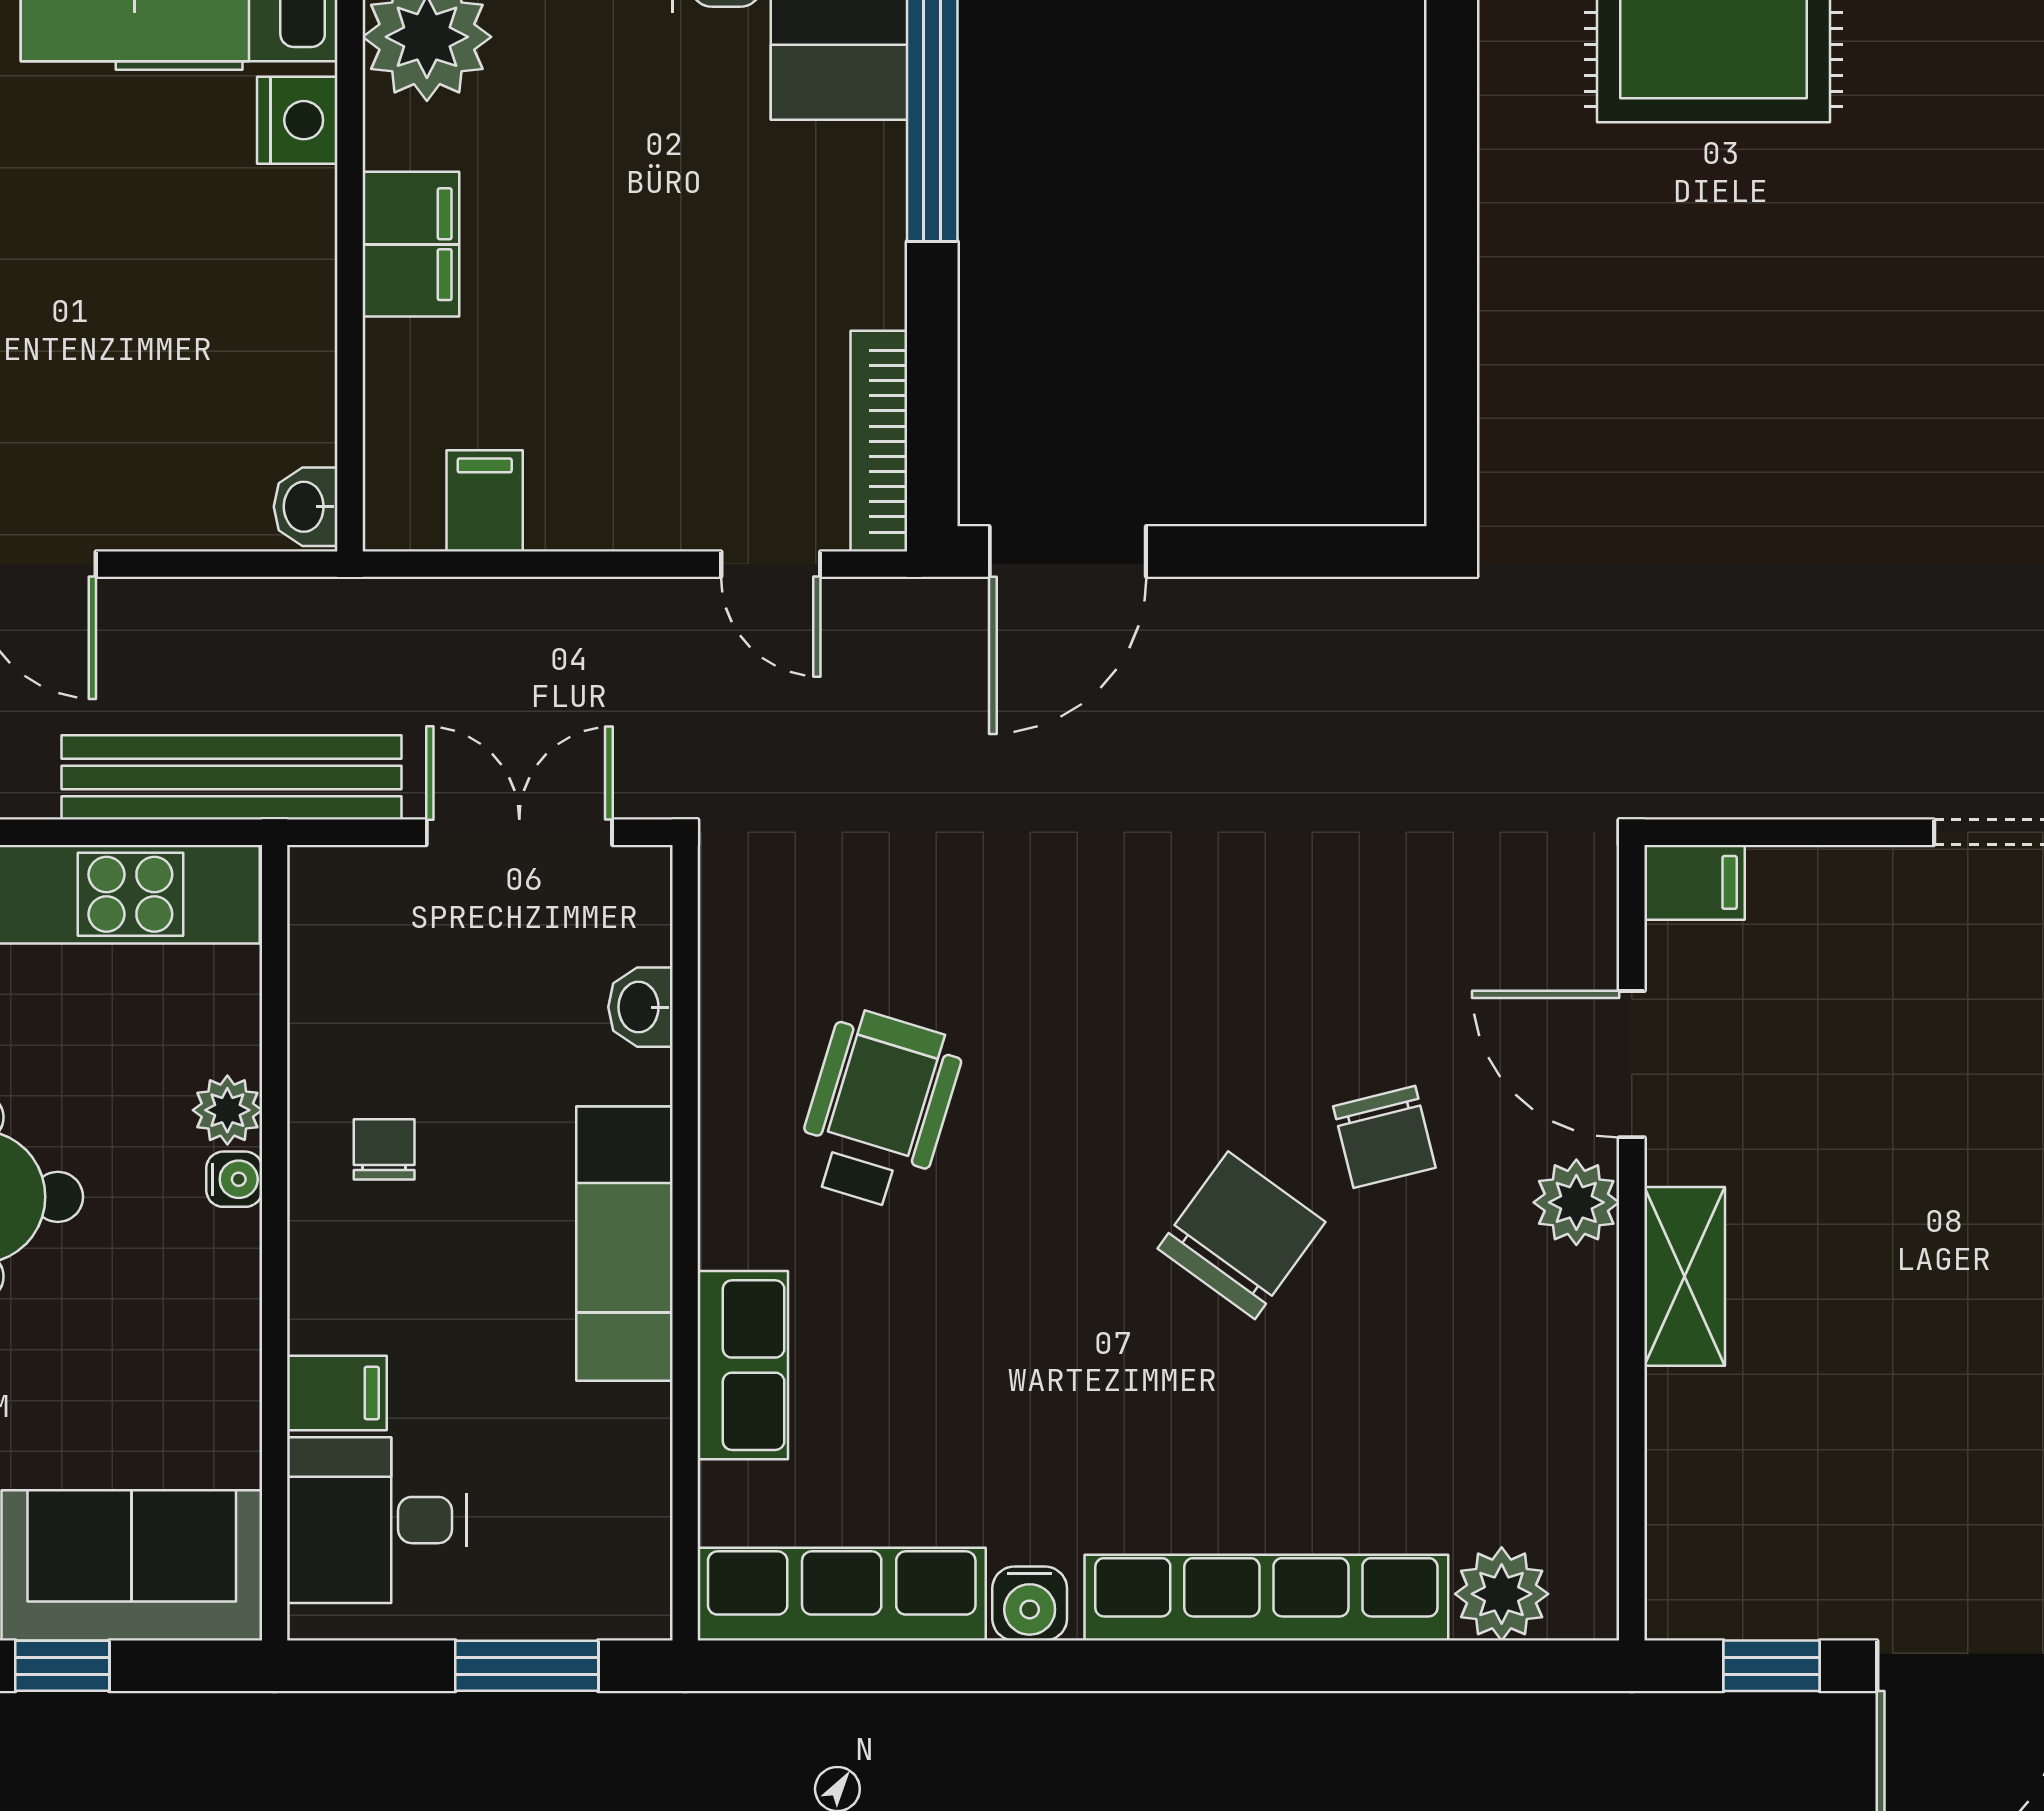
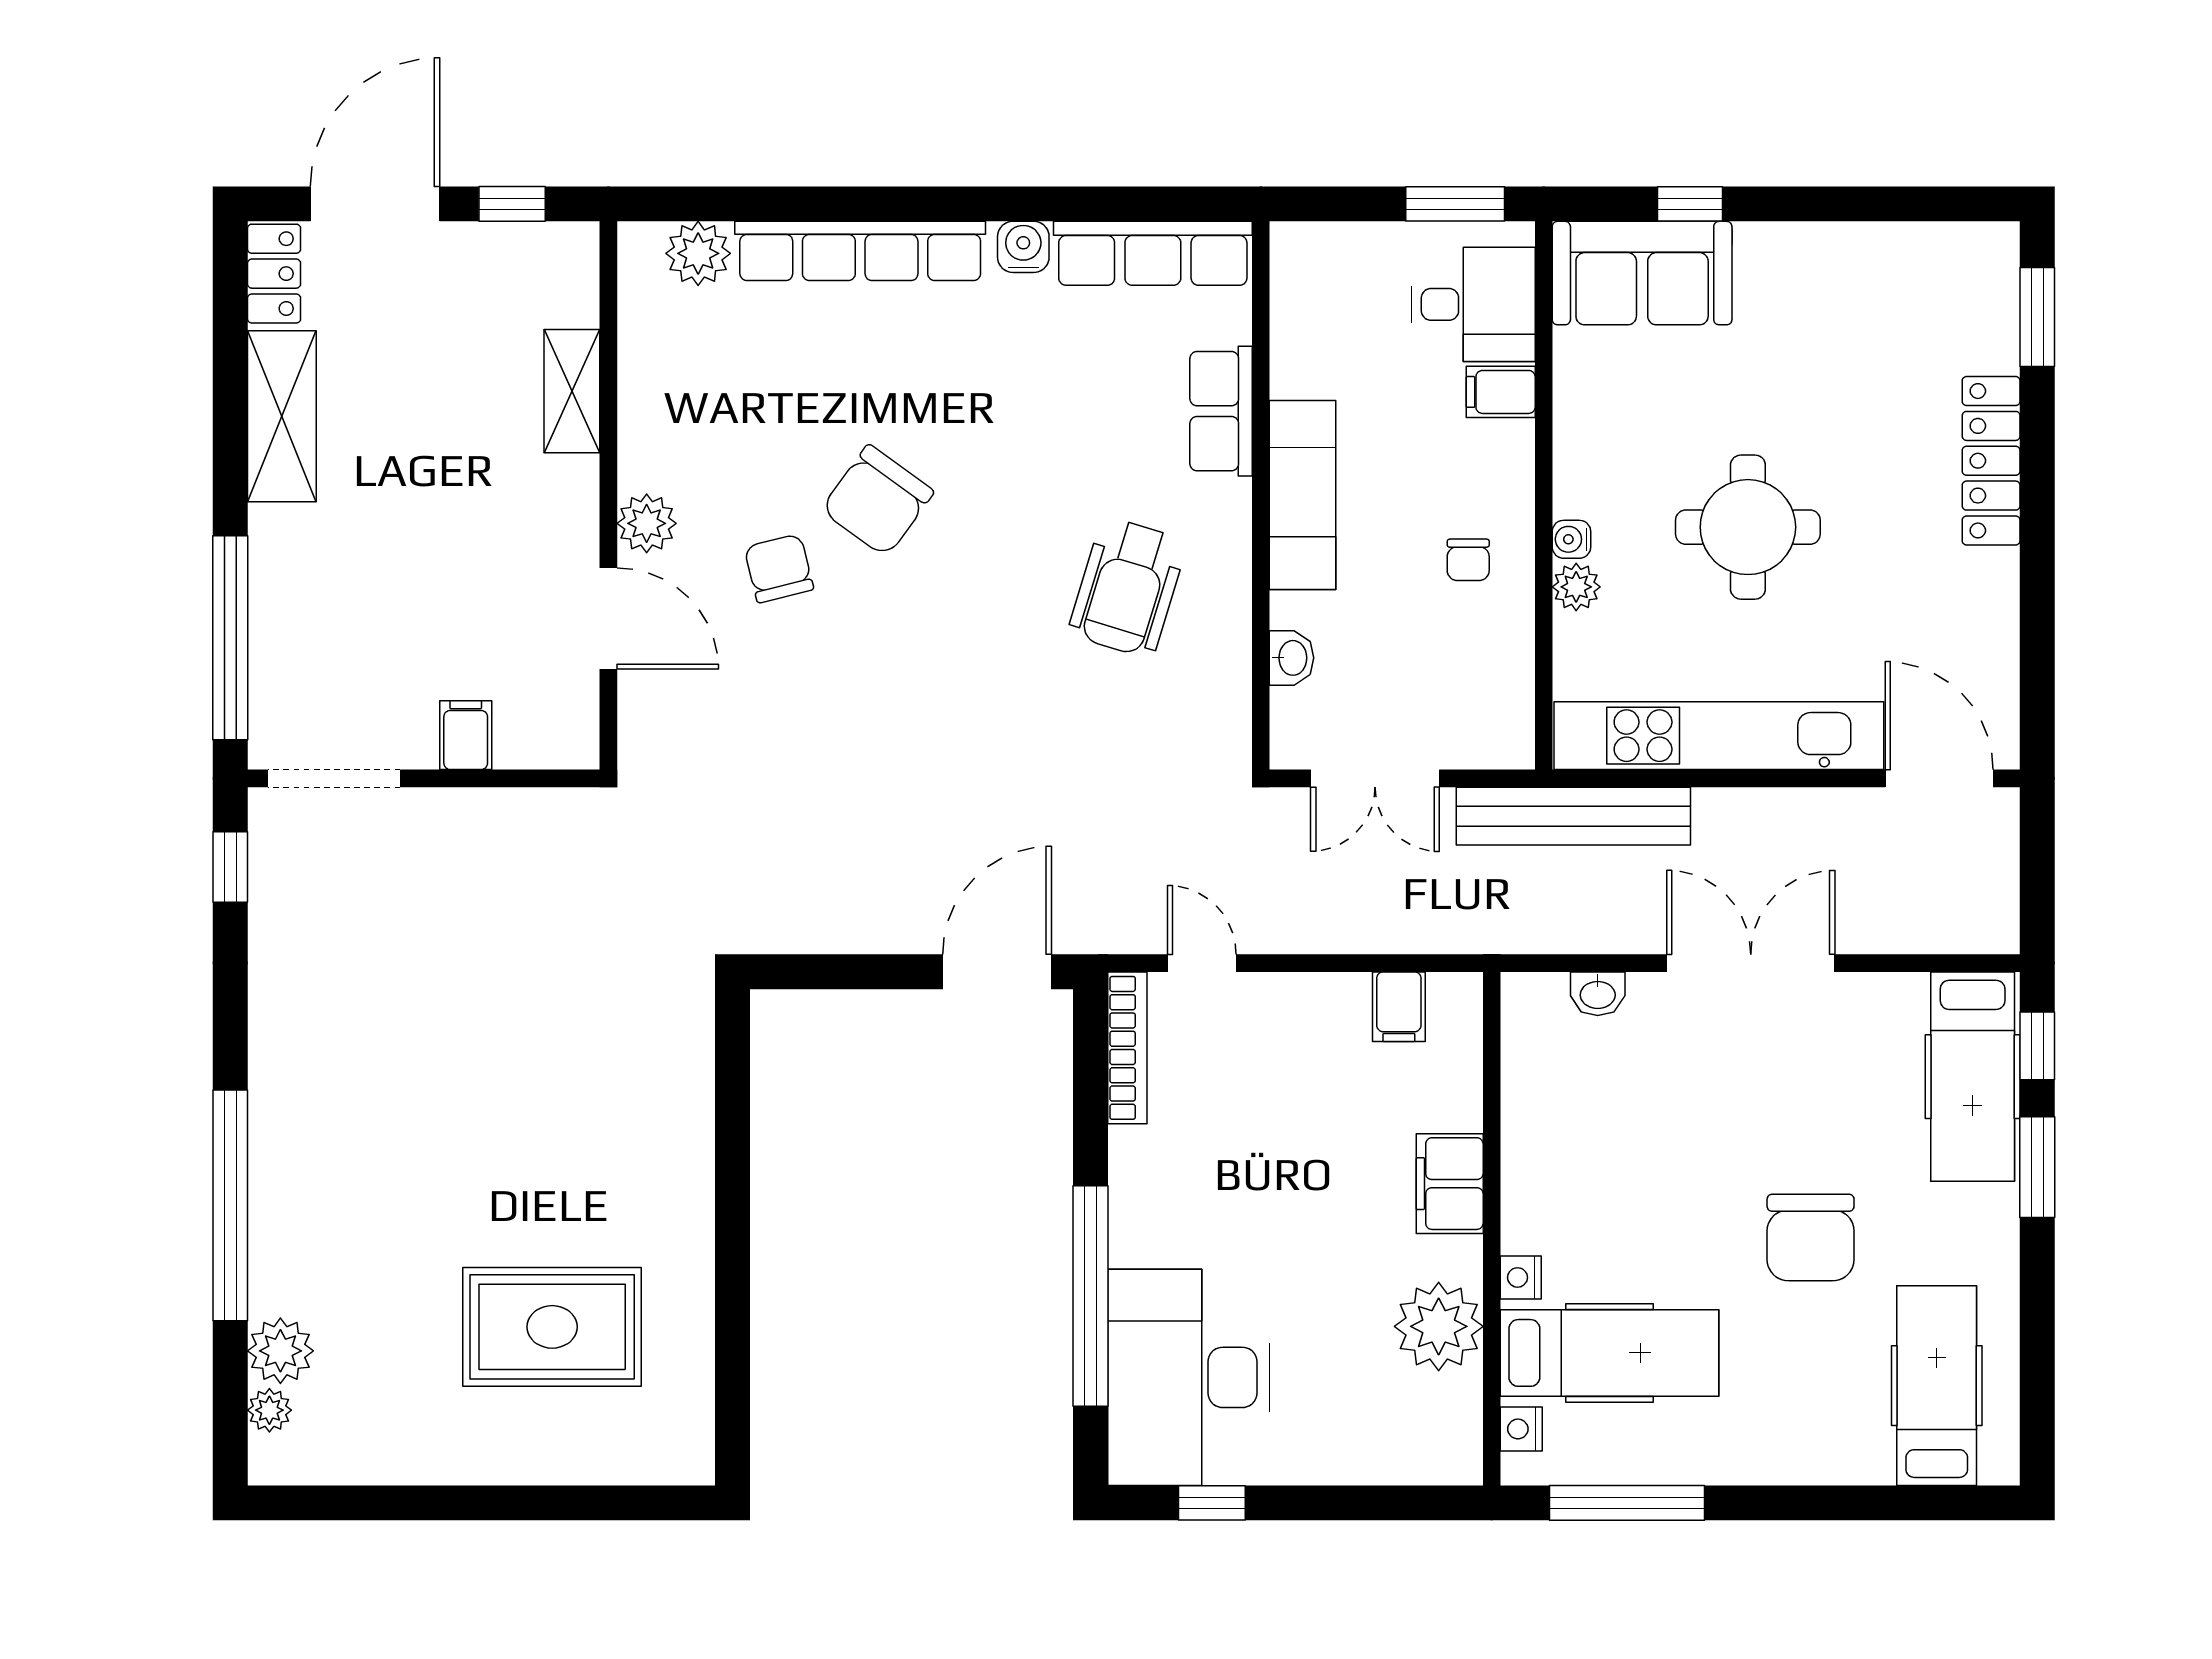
nightstand: (297, 120) -> (1521, 1277), width x0.72, depth x0.74
washbasin: (306, 507) -> (1598, 994), moved, turned 90
filing cabinet: (1694, 882) -> (466, 735), moved, turned 90
shelving: (1685, 1276) -> (572, 391), moved
window: (527, 1666) -> (1455, 204), moved

